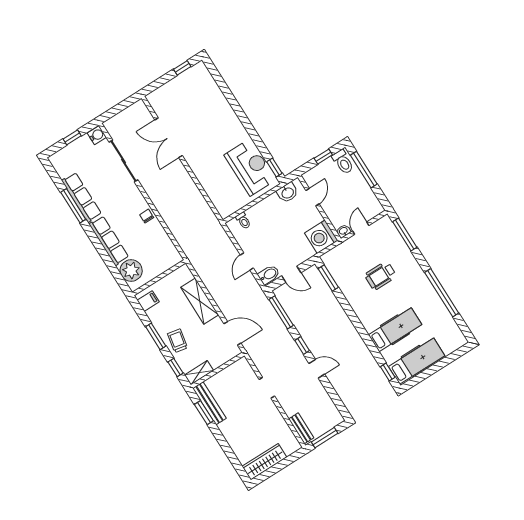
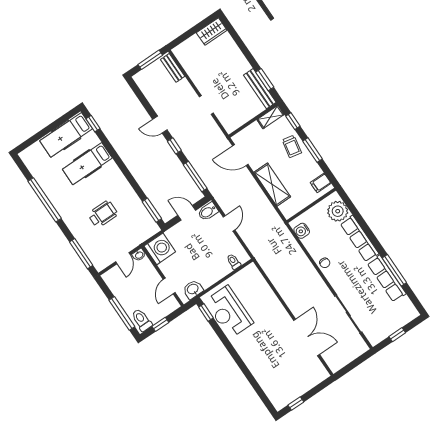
water cooler: (97, 135) -> (302, 231), moved
wardrobe: (264, 462) -> (212, 31), width x0.67

